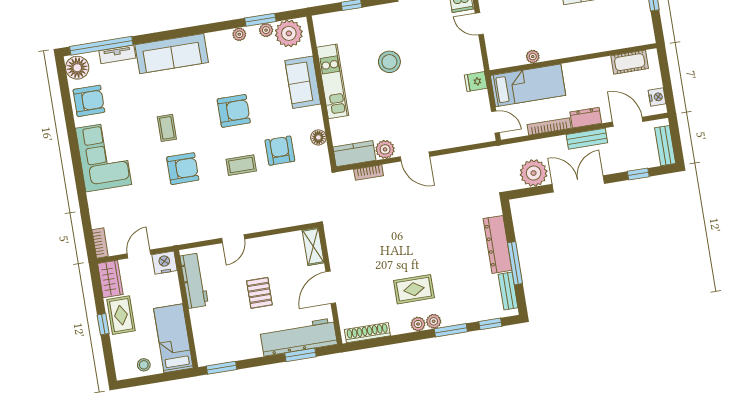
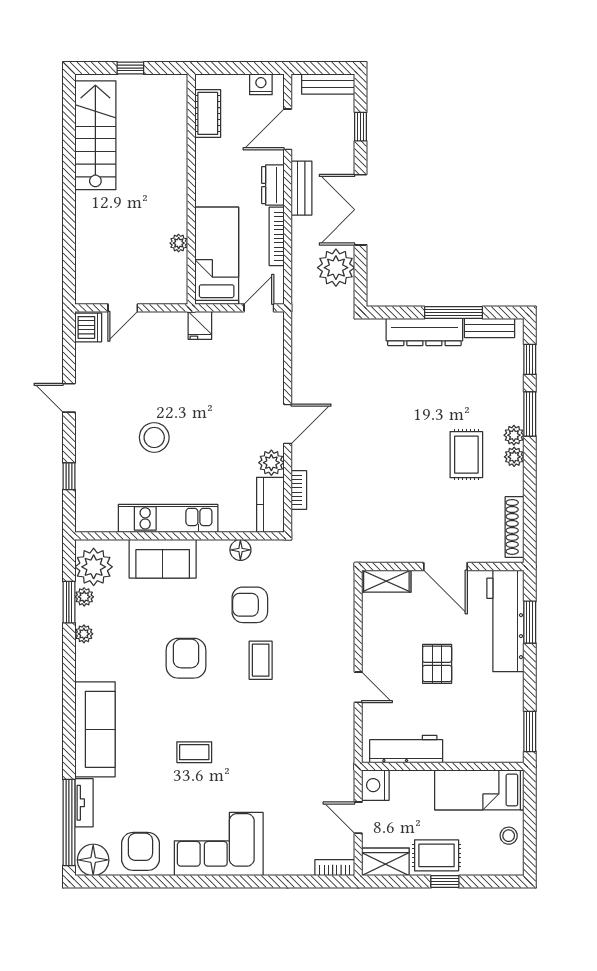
armchair: (183, 169) -> (253, 740), removed
pallet: (259, 293) -> (437, 664), turned 90

